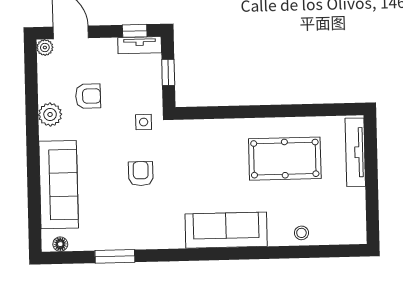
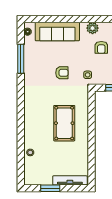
pool table: (285, 159) -> (64, 123), moved
window: (372, 191) -> (50, 188), added
sofa: (226, 230) -> (33, 115), removed
window: (115, 256) -> (21, 59), width x1.44

